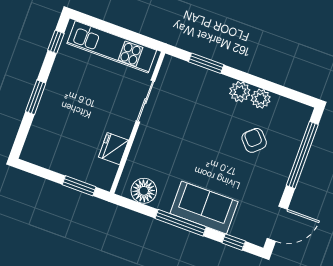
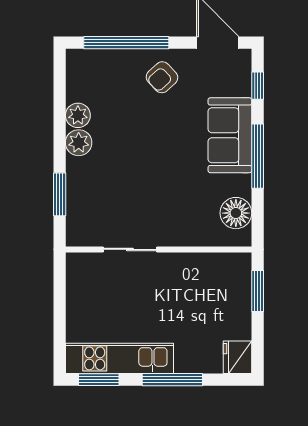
window: (56, 42) -> (99, 380), width x1.50
kitchen unit: (112, 47) -> (120, 358), moved, turned -90
window: (36, 97) -> (172, 380), width x1.44
armchair: (254, 140) -> (162, 77), moved
fridge: (114, 149) -> (237, 357), moved, turned 90

